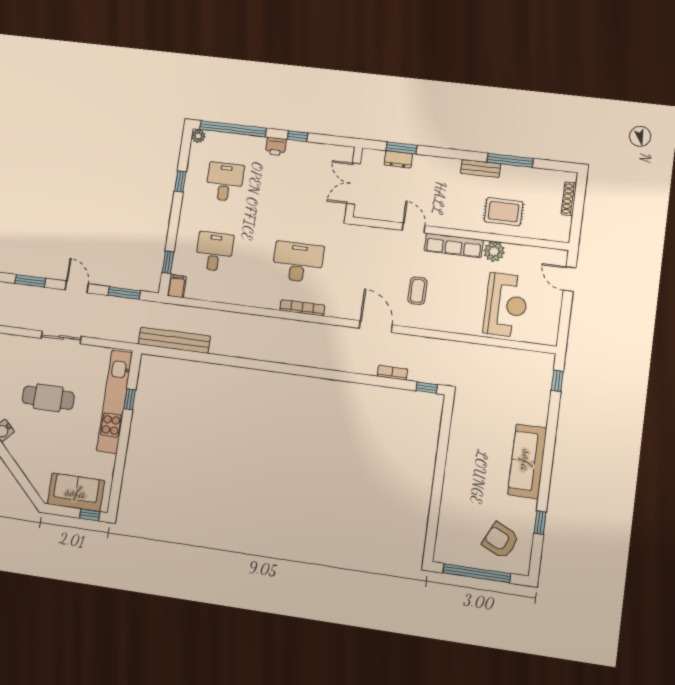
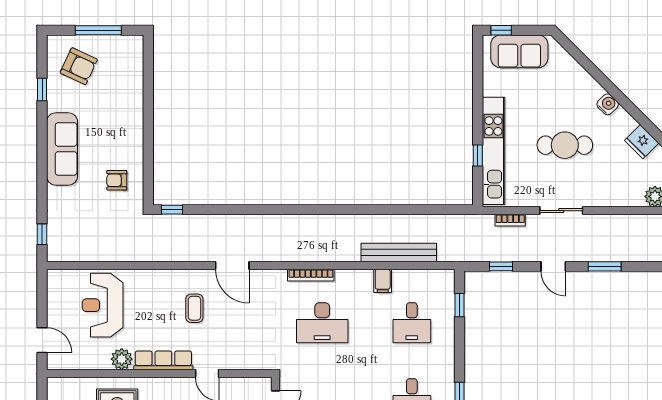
filing cabinet: (177, 286) -> (383, 281), moved
window: (124, 293) -> (501, 266), width x0.67
bench: (174, 340) -> (399, 252), moved
bookcase: (392, 373) -> (510, 220), moved
armchair: (477, 423) -> (117, 180), added
window: (477, 573) -> (98, 30), width x0.68

